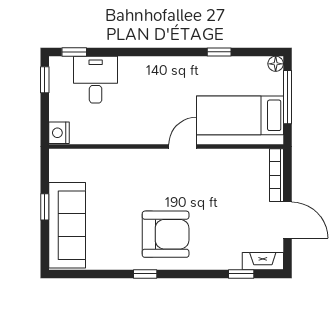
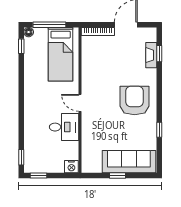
window: (219, 52) -> (21, 46), moved
desk: (96, 80) -> (64, 127), moved, turned 180
door: (183, 147) -> (80, 103), moved
fireplace: (263, 261) -> (151, 55), moved
window: (145, 274) -> (159, 130), moved

